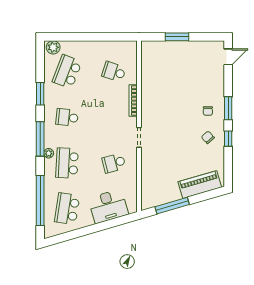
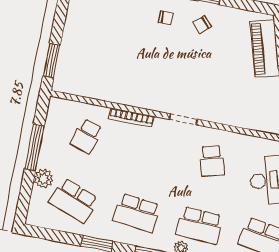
window: (99, 37) -> (34, 148), added
window: (177, 37) -> (52, 60), moved
plant: (53, 47) -> (43, 179), moved
school desk: (67, 117) -> (137, 213), width x1.85

